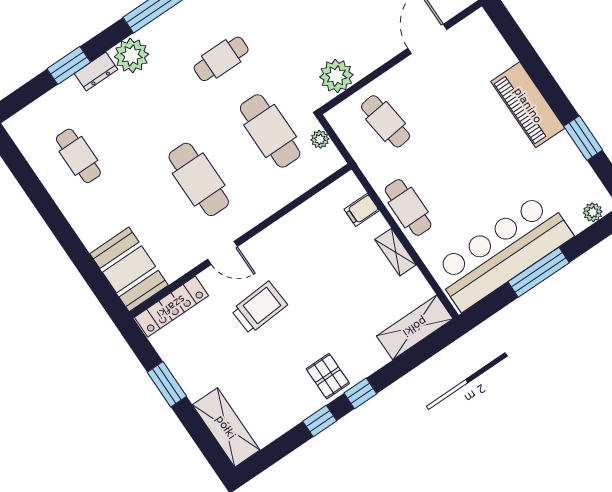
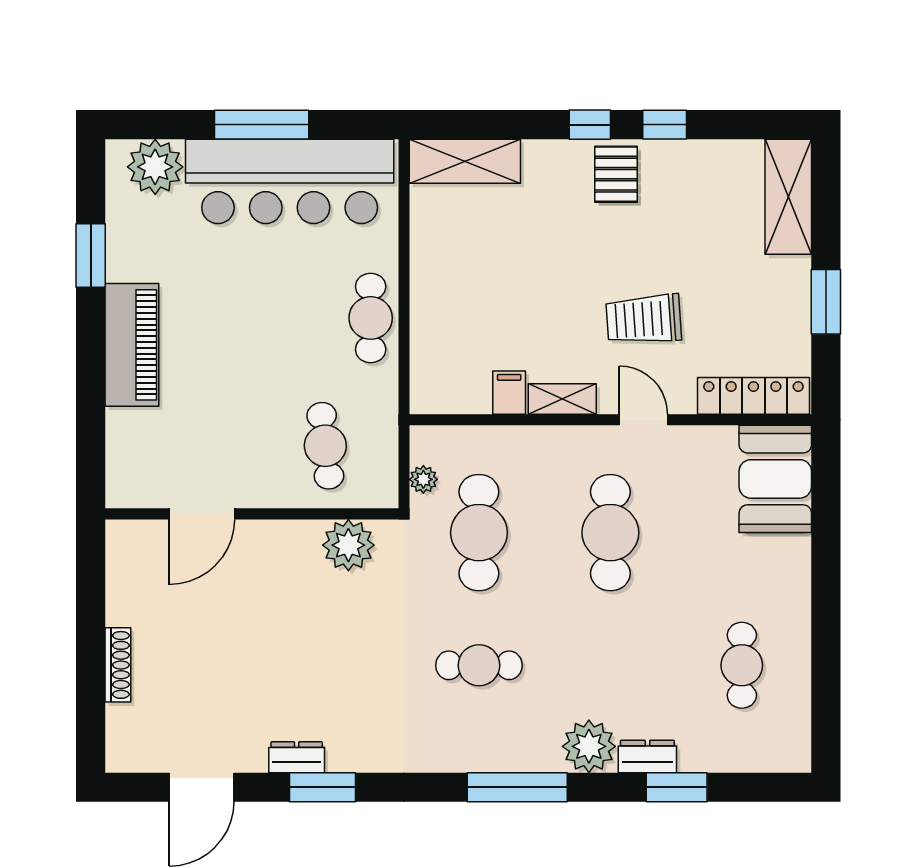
filing cabinet: (362, 210) -> (509, 393), moved, turned -90
plant: (593, 212) -> (155, 167), width x1.88, depth x1.88
shelving: (396, 252) -> (562, 399), moved, turned 90

